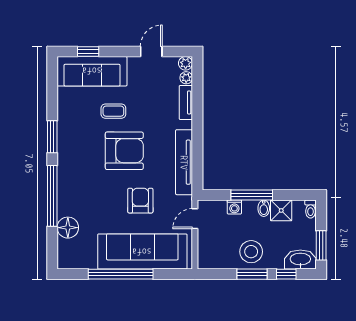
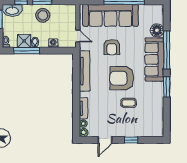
window: (88, 52) -> (131, 140), moved
sofa: (92, 71) -> (154, 59), moved, turned -90
window: (252, 195) -> (27, 51), moved
door: (195, 219) -> (78, 36), hinge flipped

